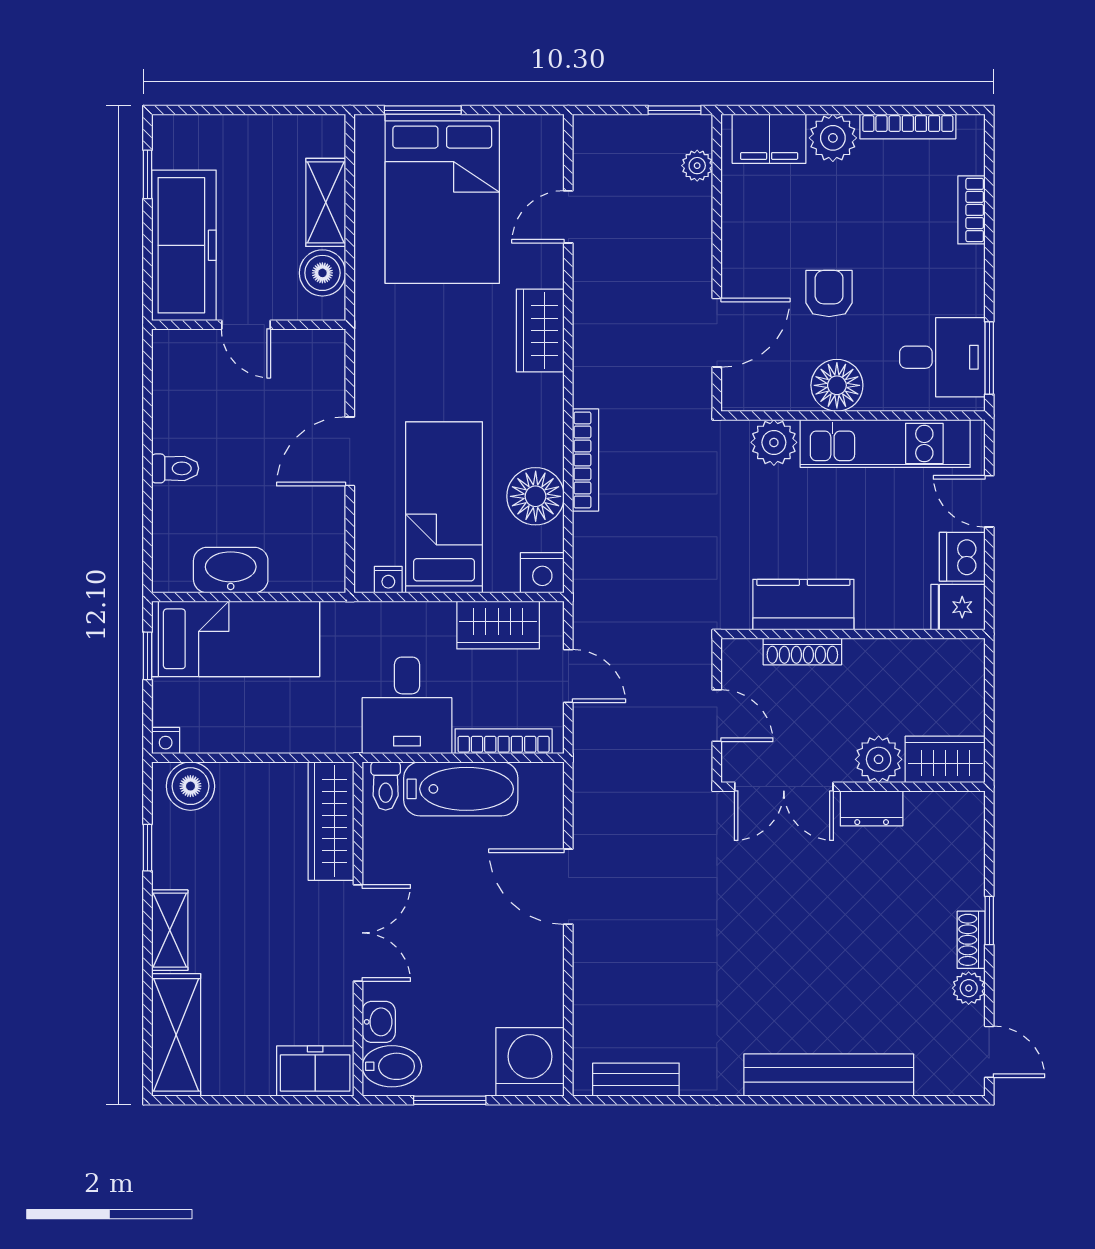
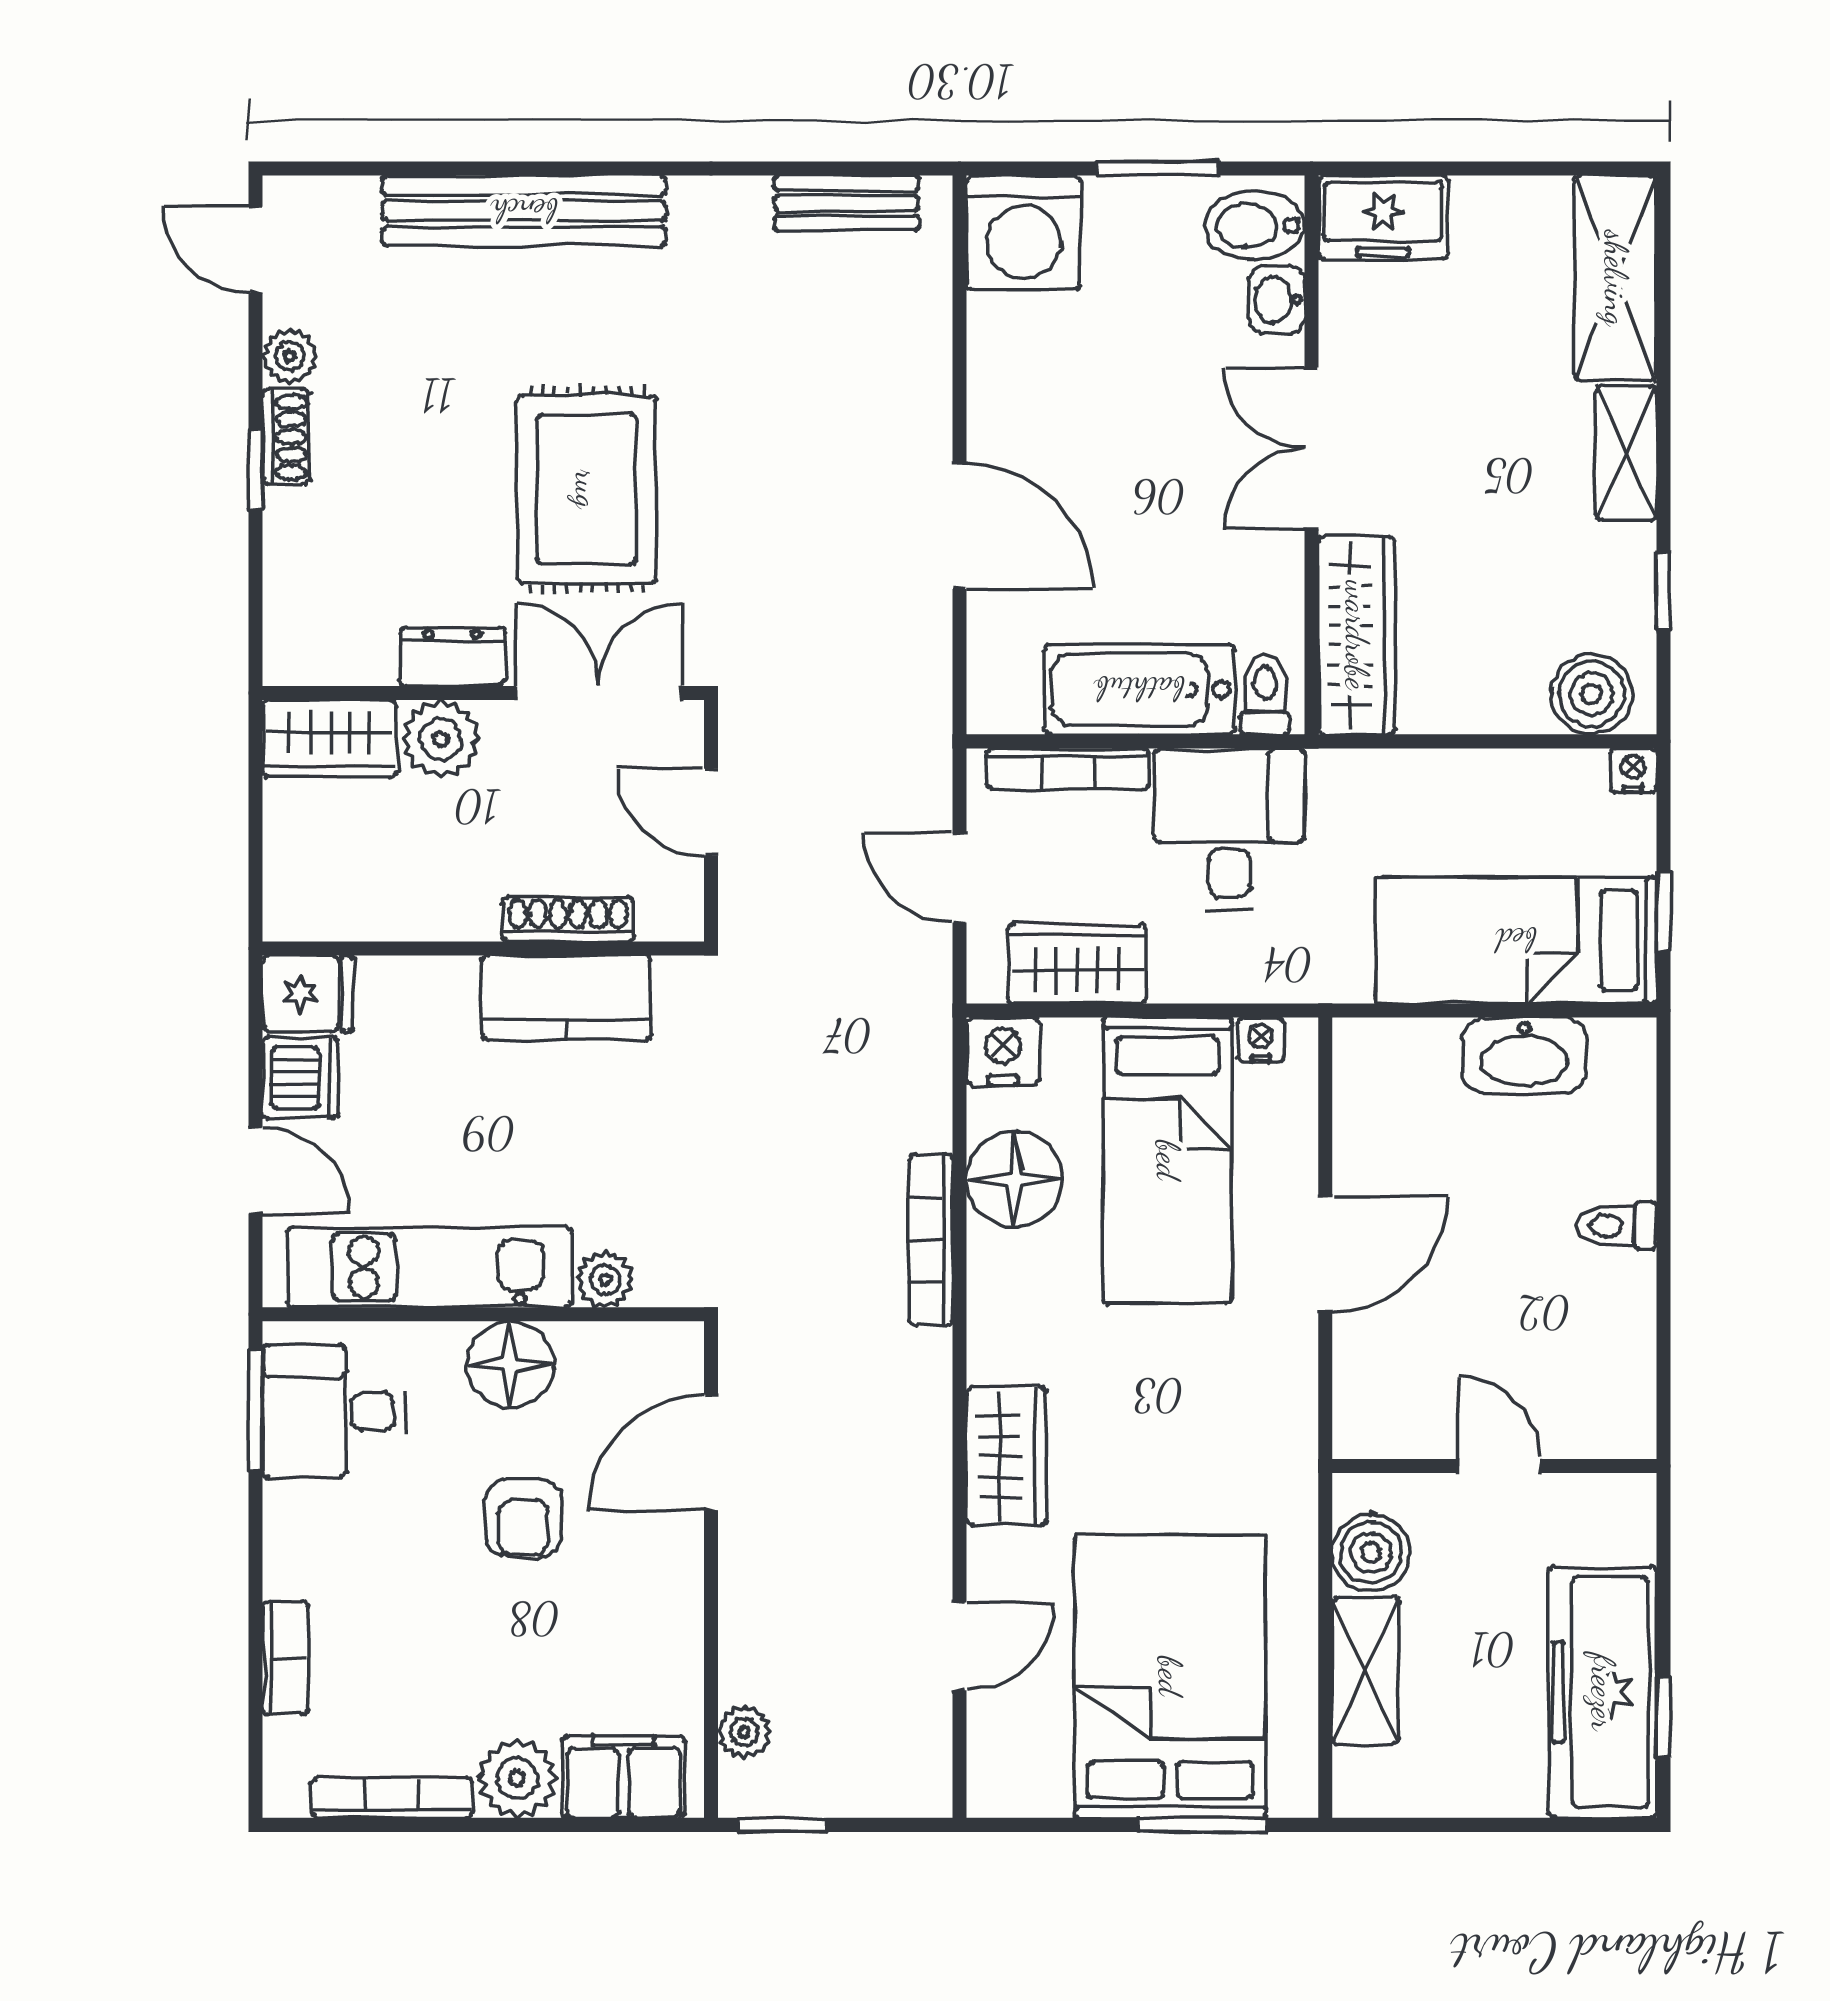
freezer: (184, 245) -> (1603, 1692), moved
plant: (774, 442) -> (605, 1279), width x0.73, depth x0.73
rug: (791, 908) -> (587, 489), added

